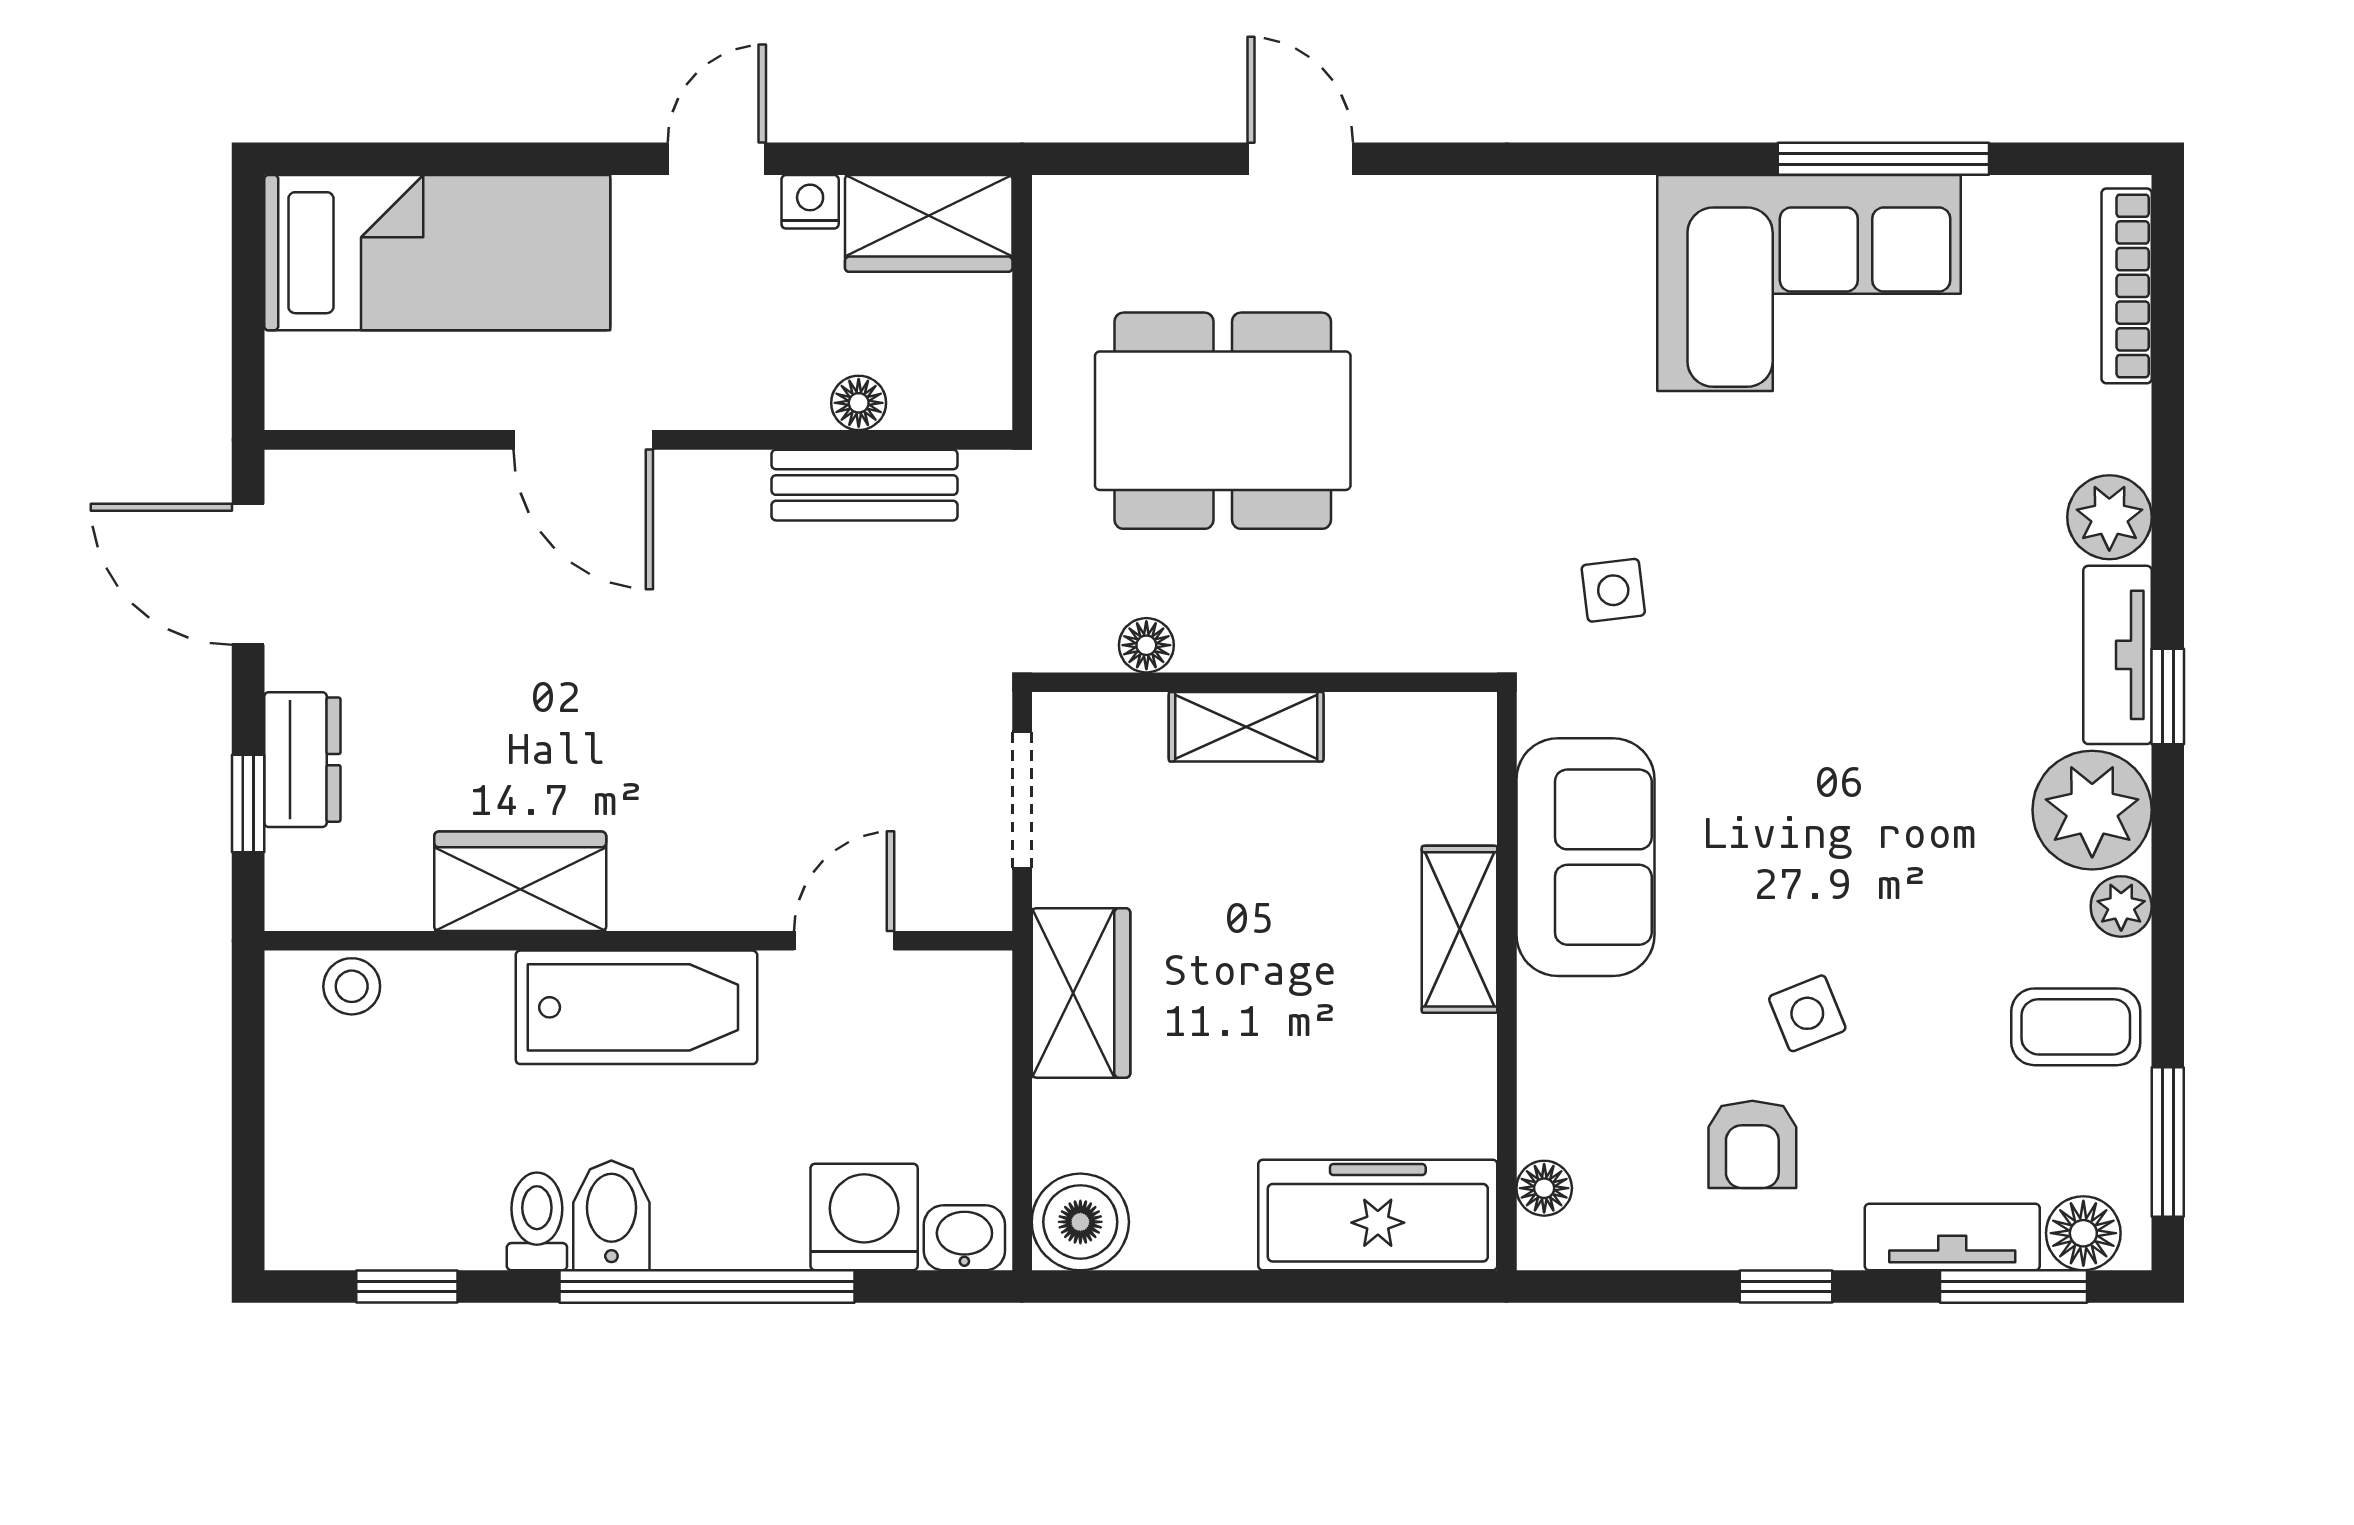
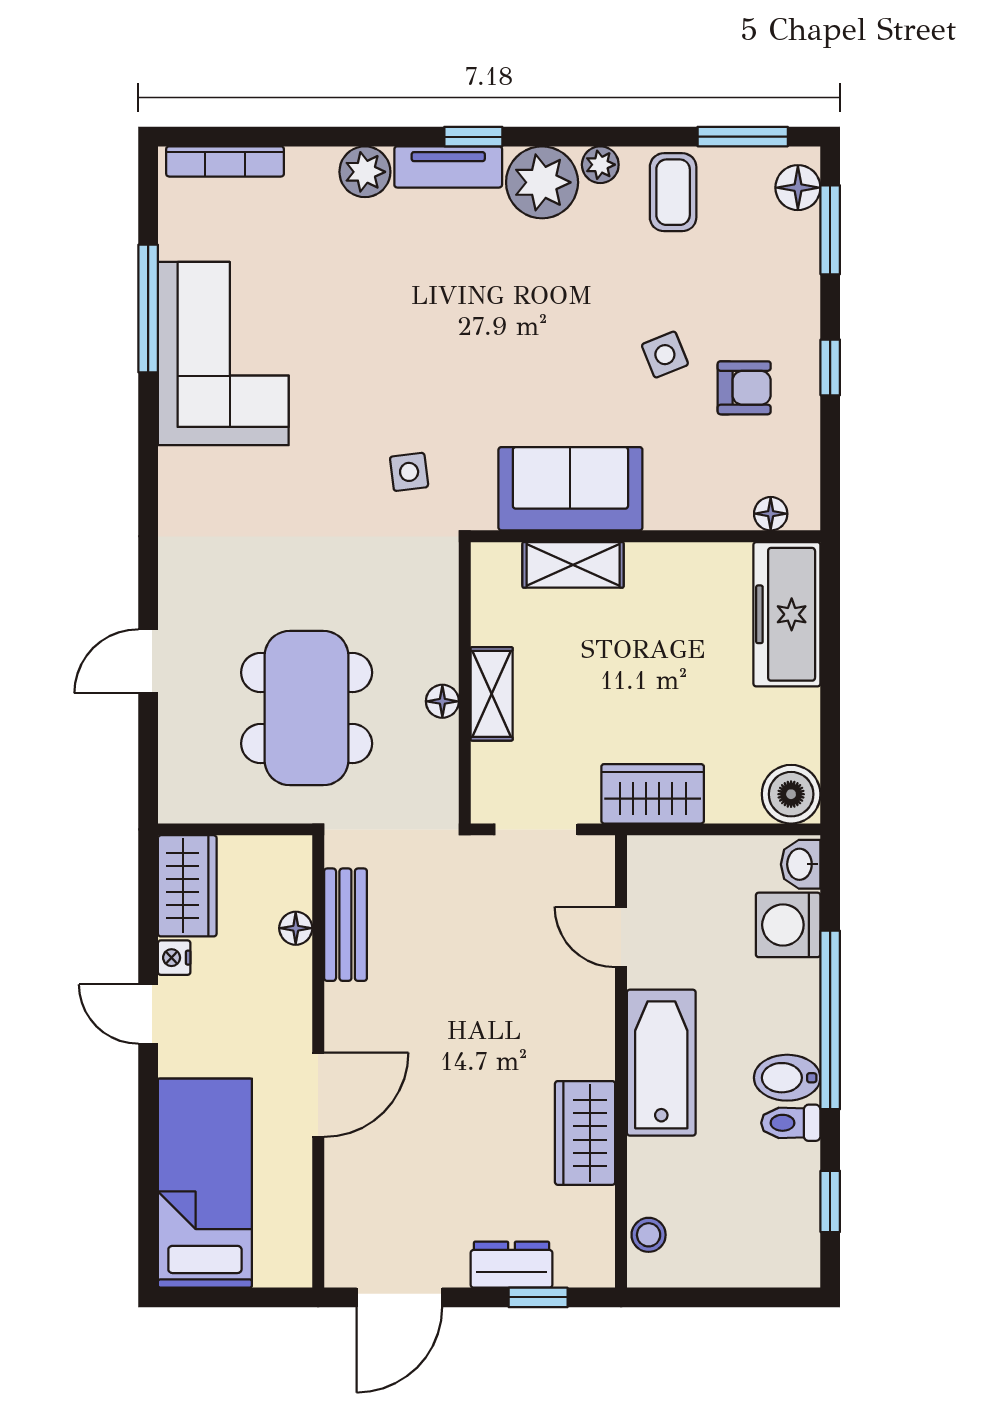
floor lamp: (1146, 645) -> (442, 701), moved
shelving: (1460, 929) -> (573, 565), moved
tv unit: (1952, 1237) -> (800, 267), removed

